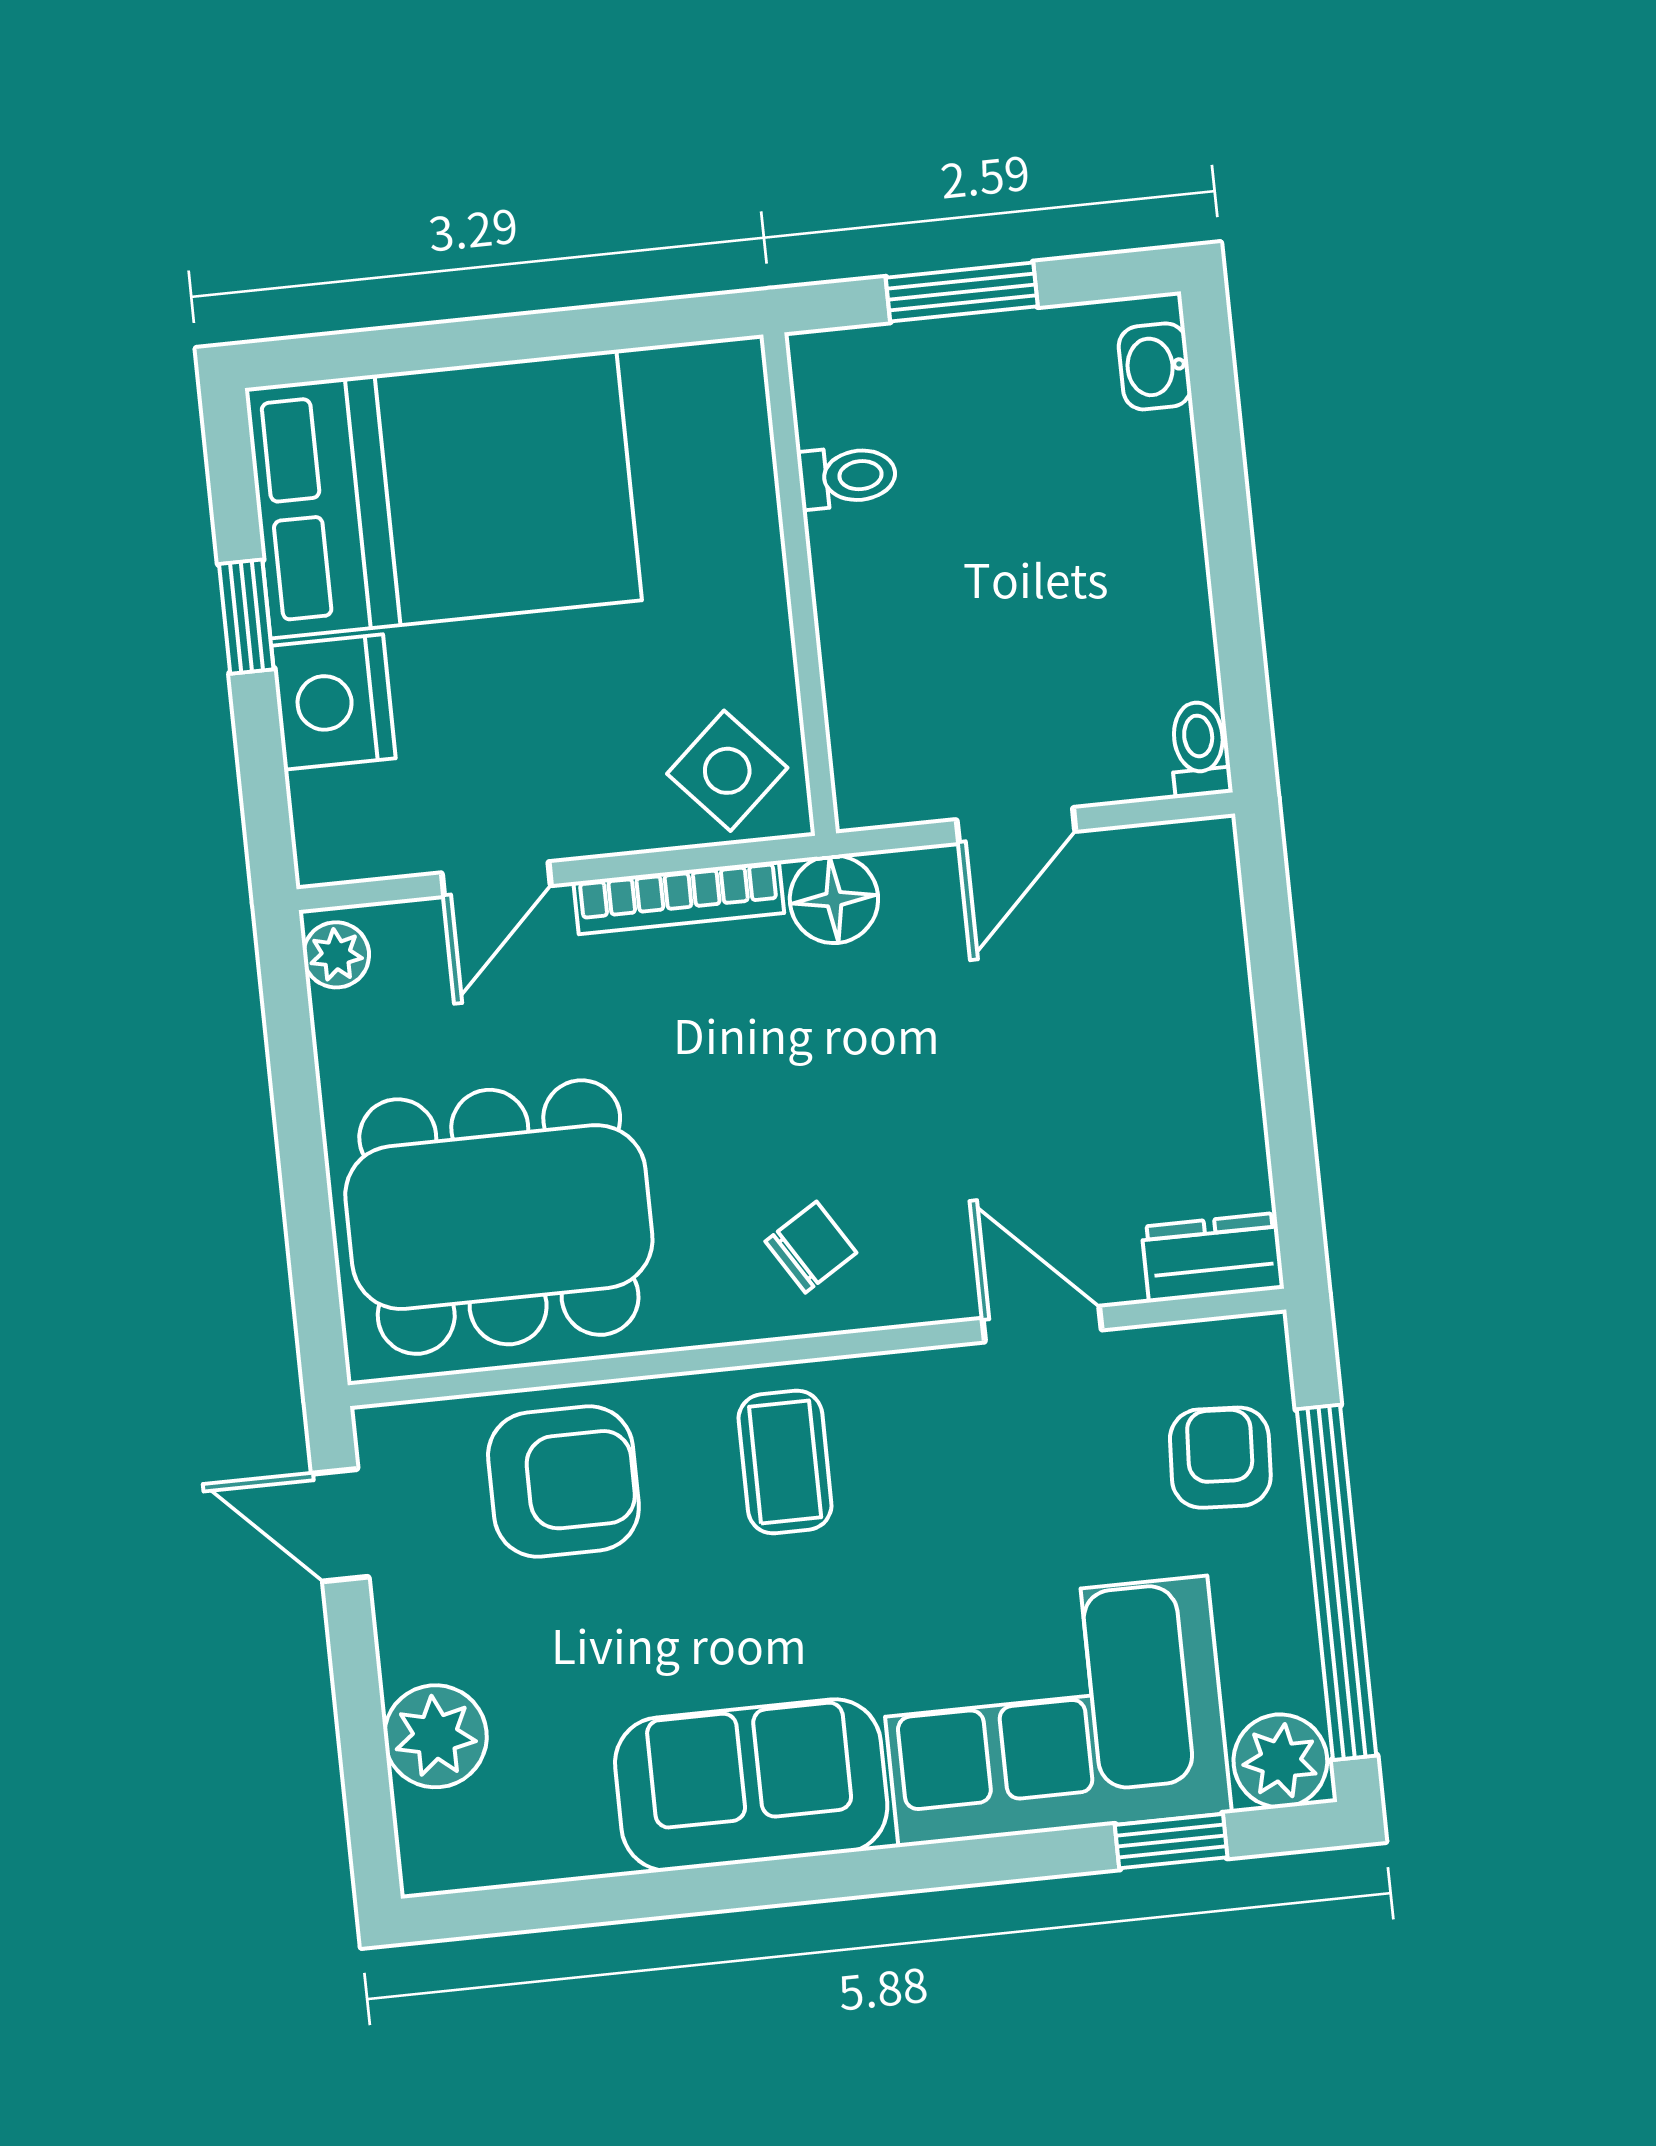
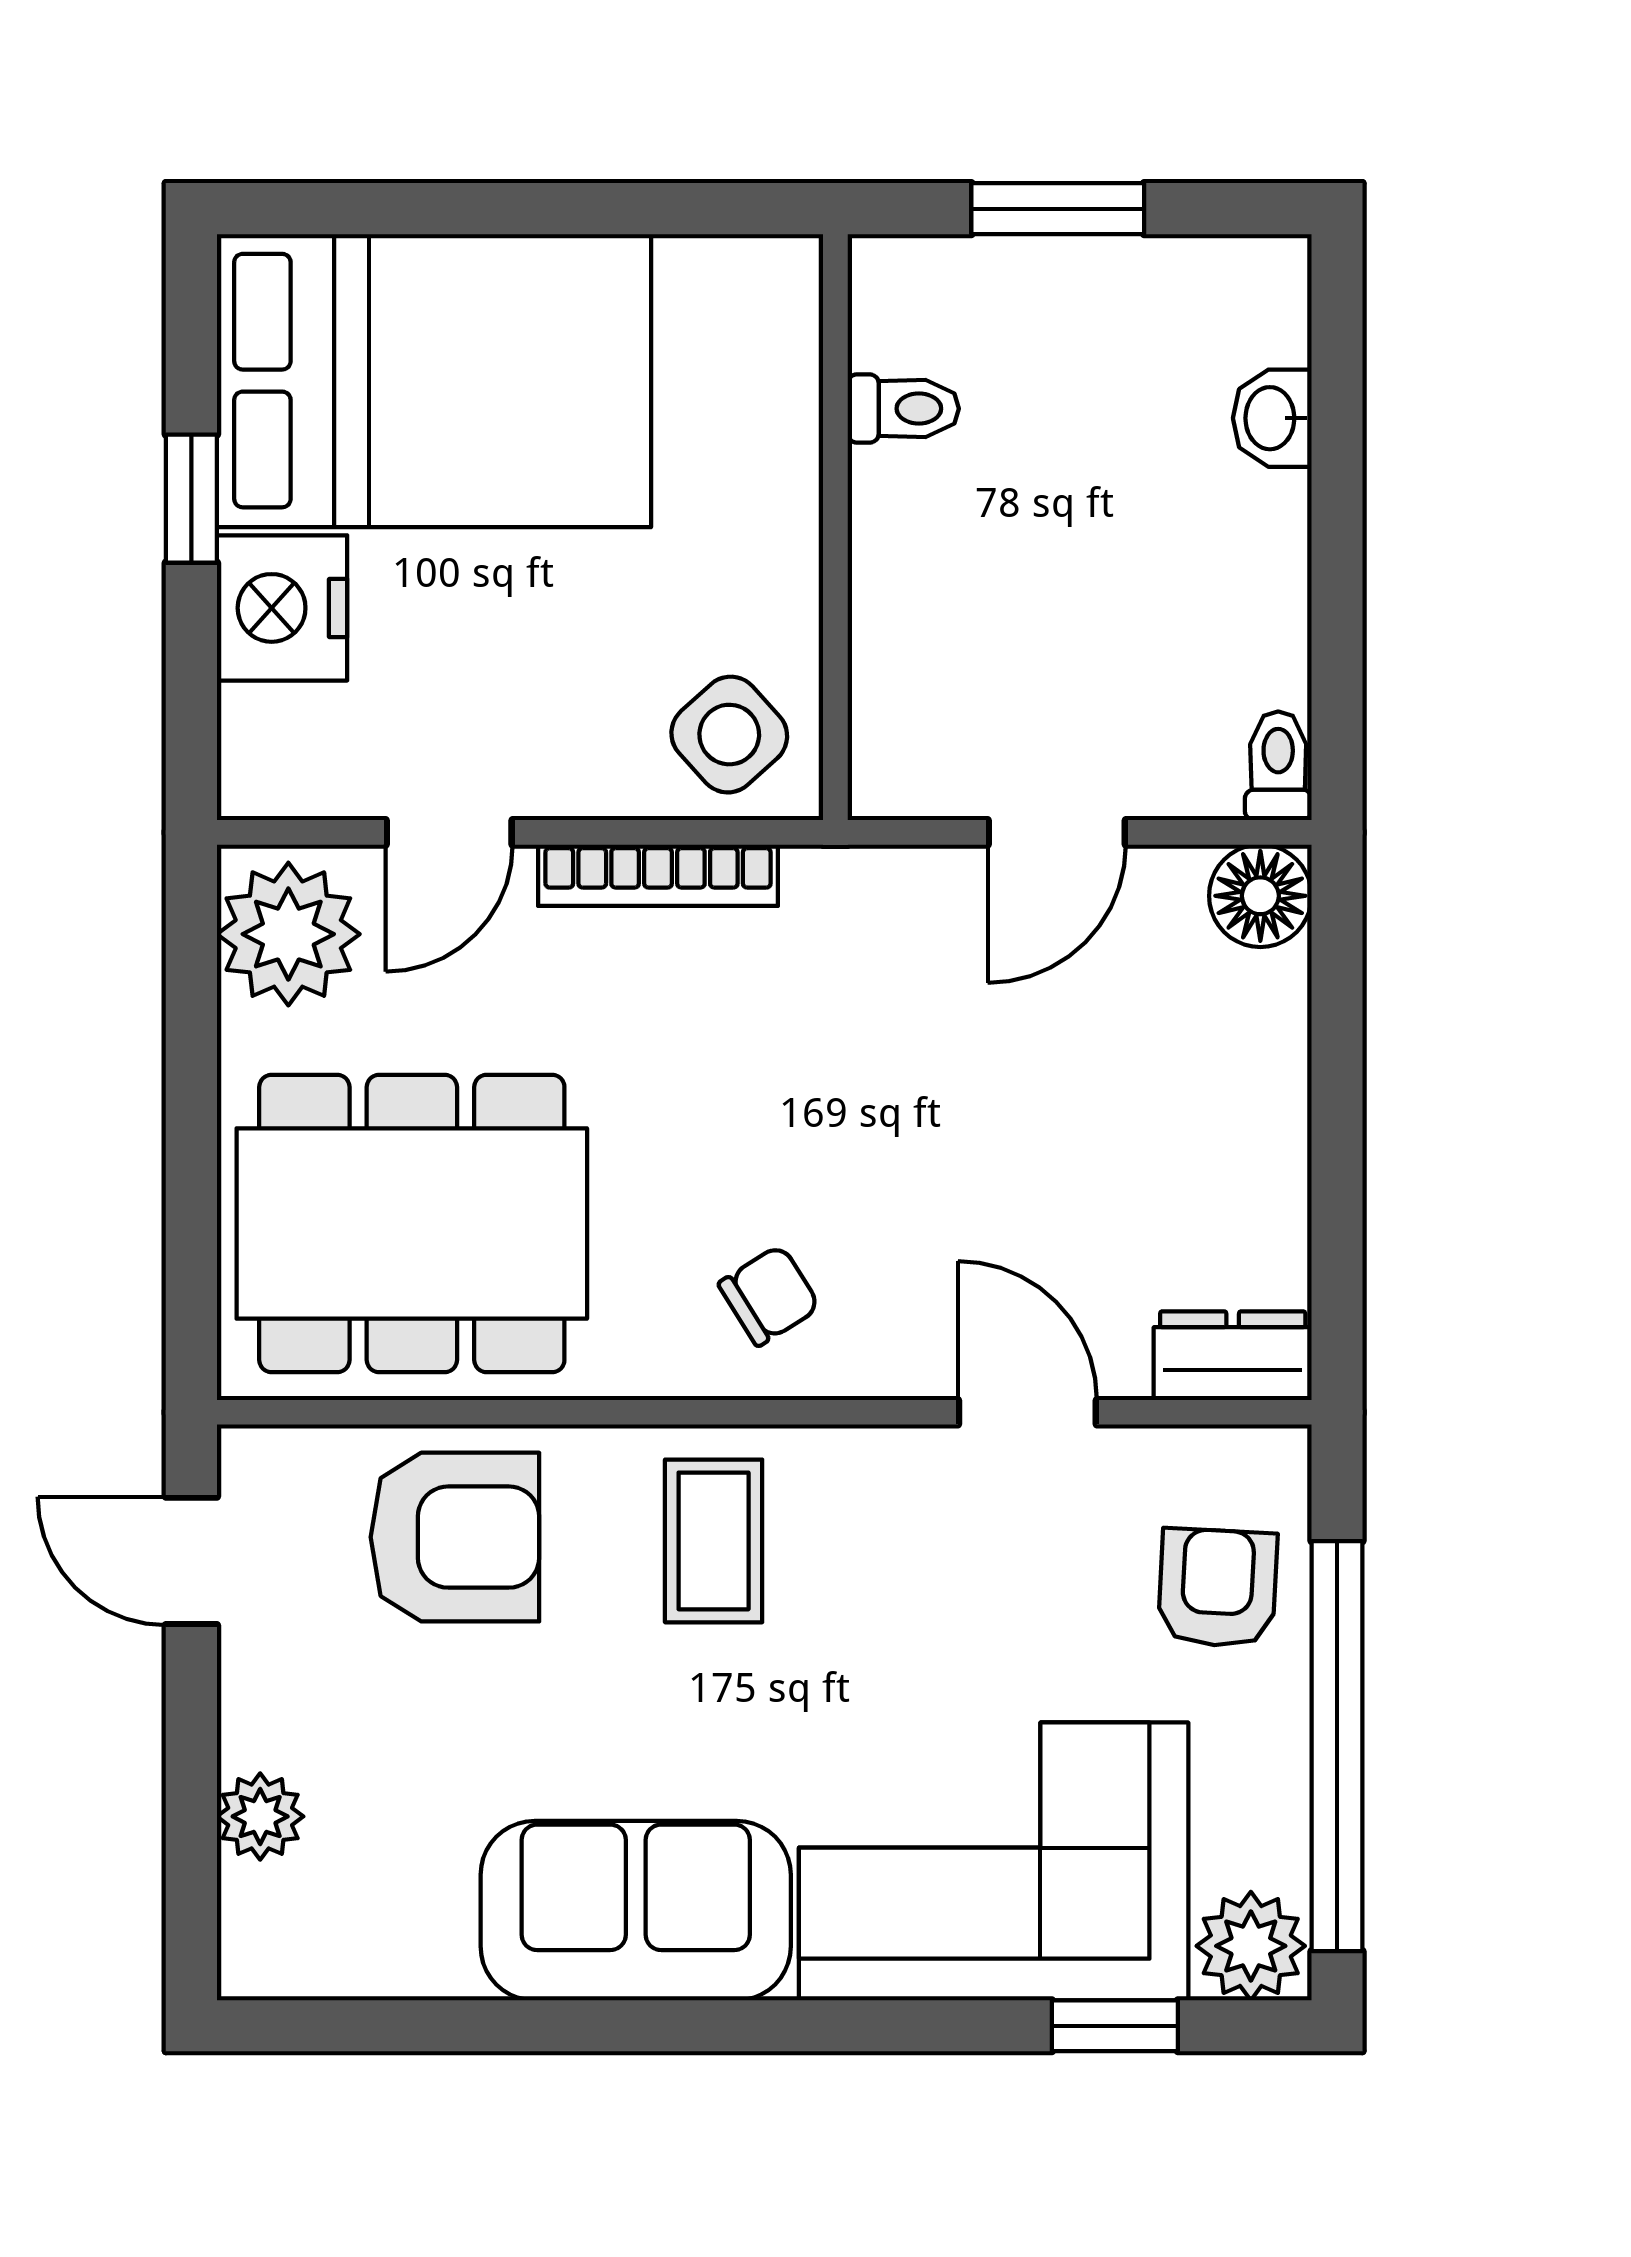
washbasin: (1155, 366) -> (1272, 418), moved
floor lamp: (834, 899) -> (1260, 896), moved
plant: (336, 955) -> (288, 934), width x1.88, depth x1.88
plant: (435, 1736) -> (260, 1816), width x0.73, depth x0.73

